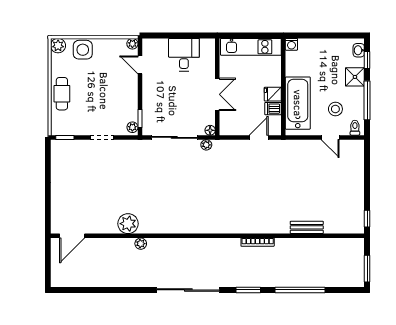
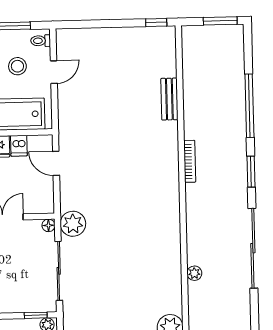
plant: (206, 145) -> (73, 224), width x1.88, depth x1.88
plant: (141, 244) -> (194, 273), moved

